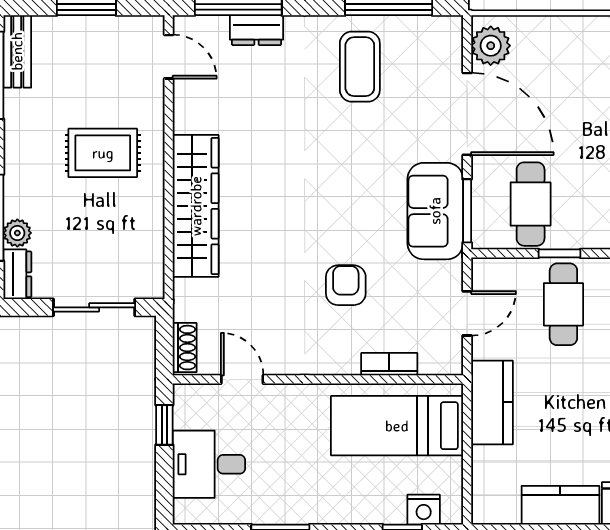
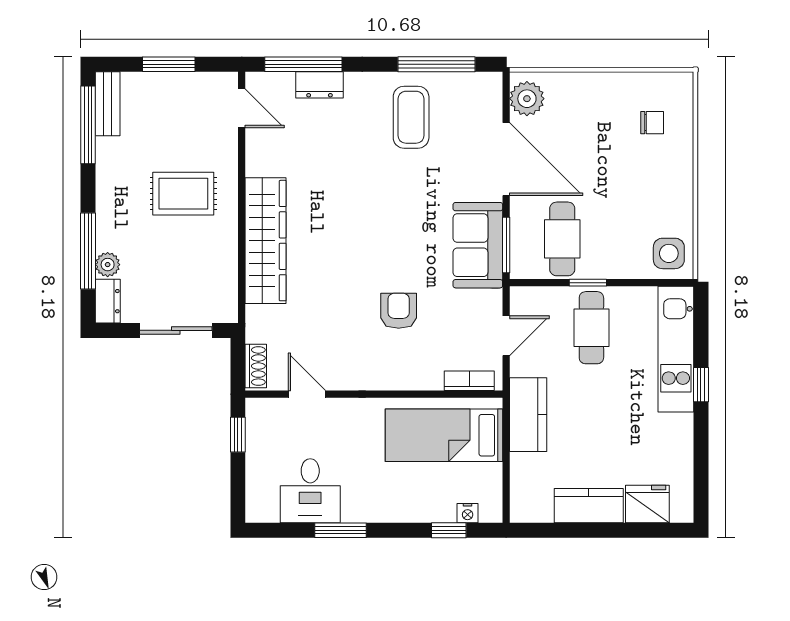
bookcase: (389, 364) -> (469, 381), moved
desk: (209, 464) -> (310, 491), moved, turned -90
nightstand: (424, 510) -> (468, 513), width x0.72, depth x0.74

